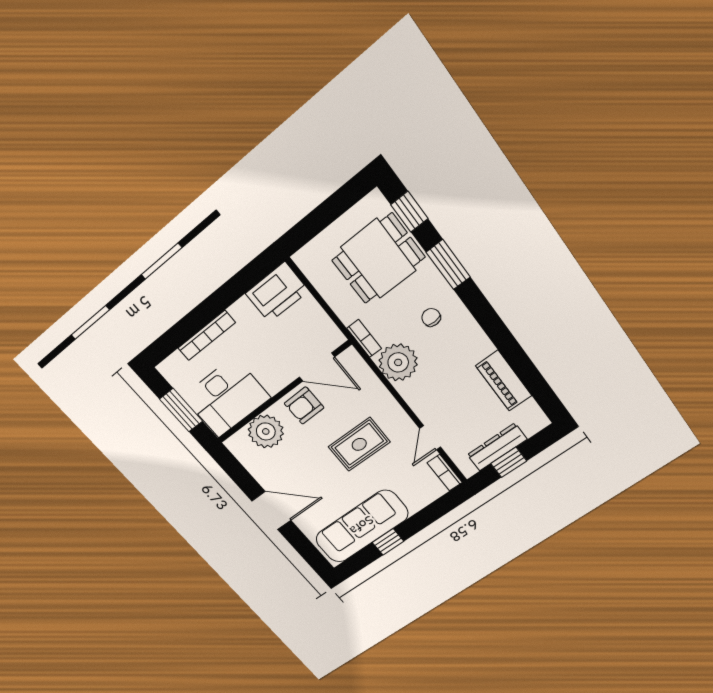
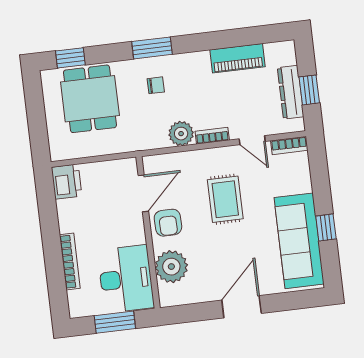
window: (448, 265) -> (152, 48), moved
printer: (277, 292) -> (67, 182), width x0.73, depth x0.84
chair: (431, 317) -> (156, 85), turned 180
bookcase: (364, 338) -> (212, 136), moved
plant: (398, 362) -> (181, 134), width x0.73, depth x0.73

